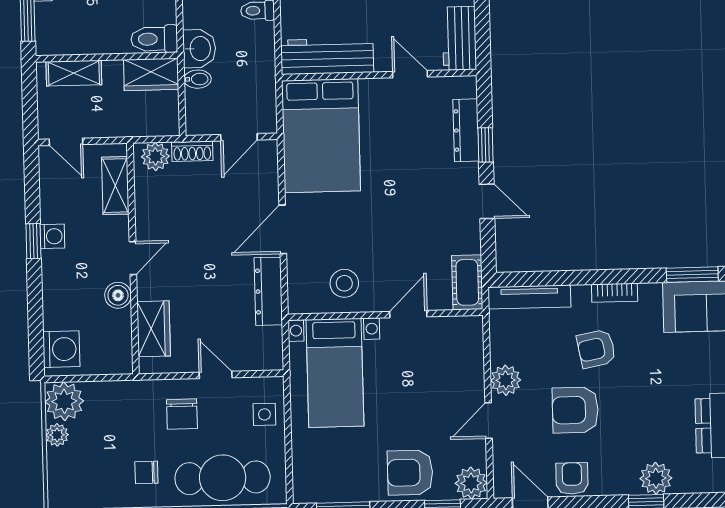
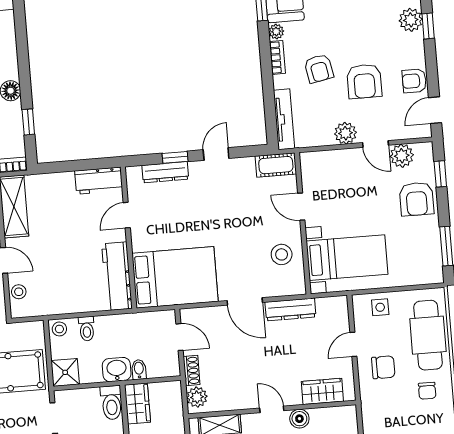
plant: (650, 293) -> (276, 32), added
plant: (471, 483) -> (402, 156), moved

